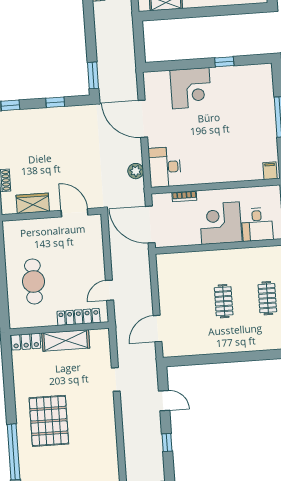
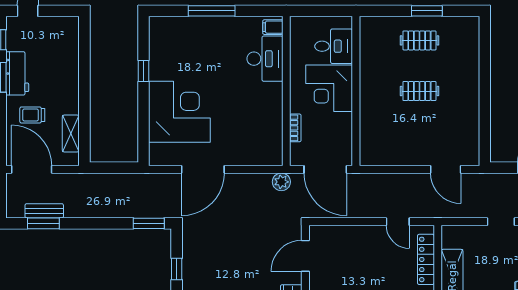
corner desk: (191, 88) -> (179, 112), width x1.36, depth x1.36
desk: (165, 167) -> (265, 59), moved, turned -90
plant: (136, 171) -> (281, 182), moved
door: (150, 225) -> (325, 169), hinge flipped

